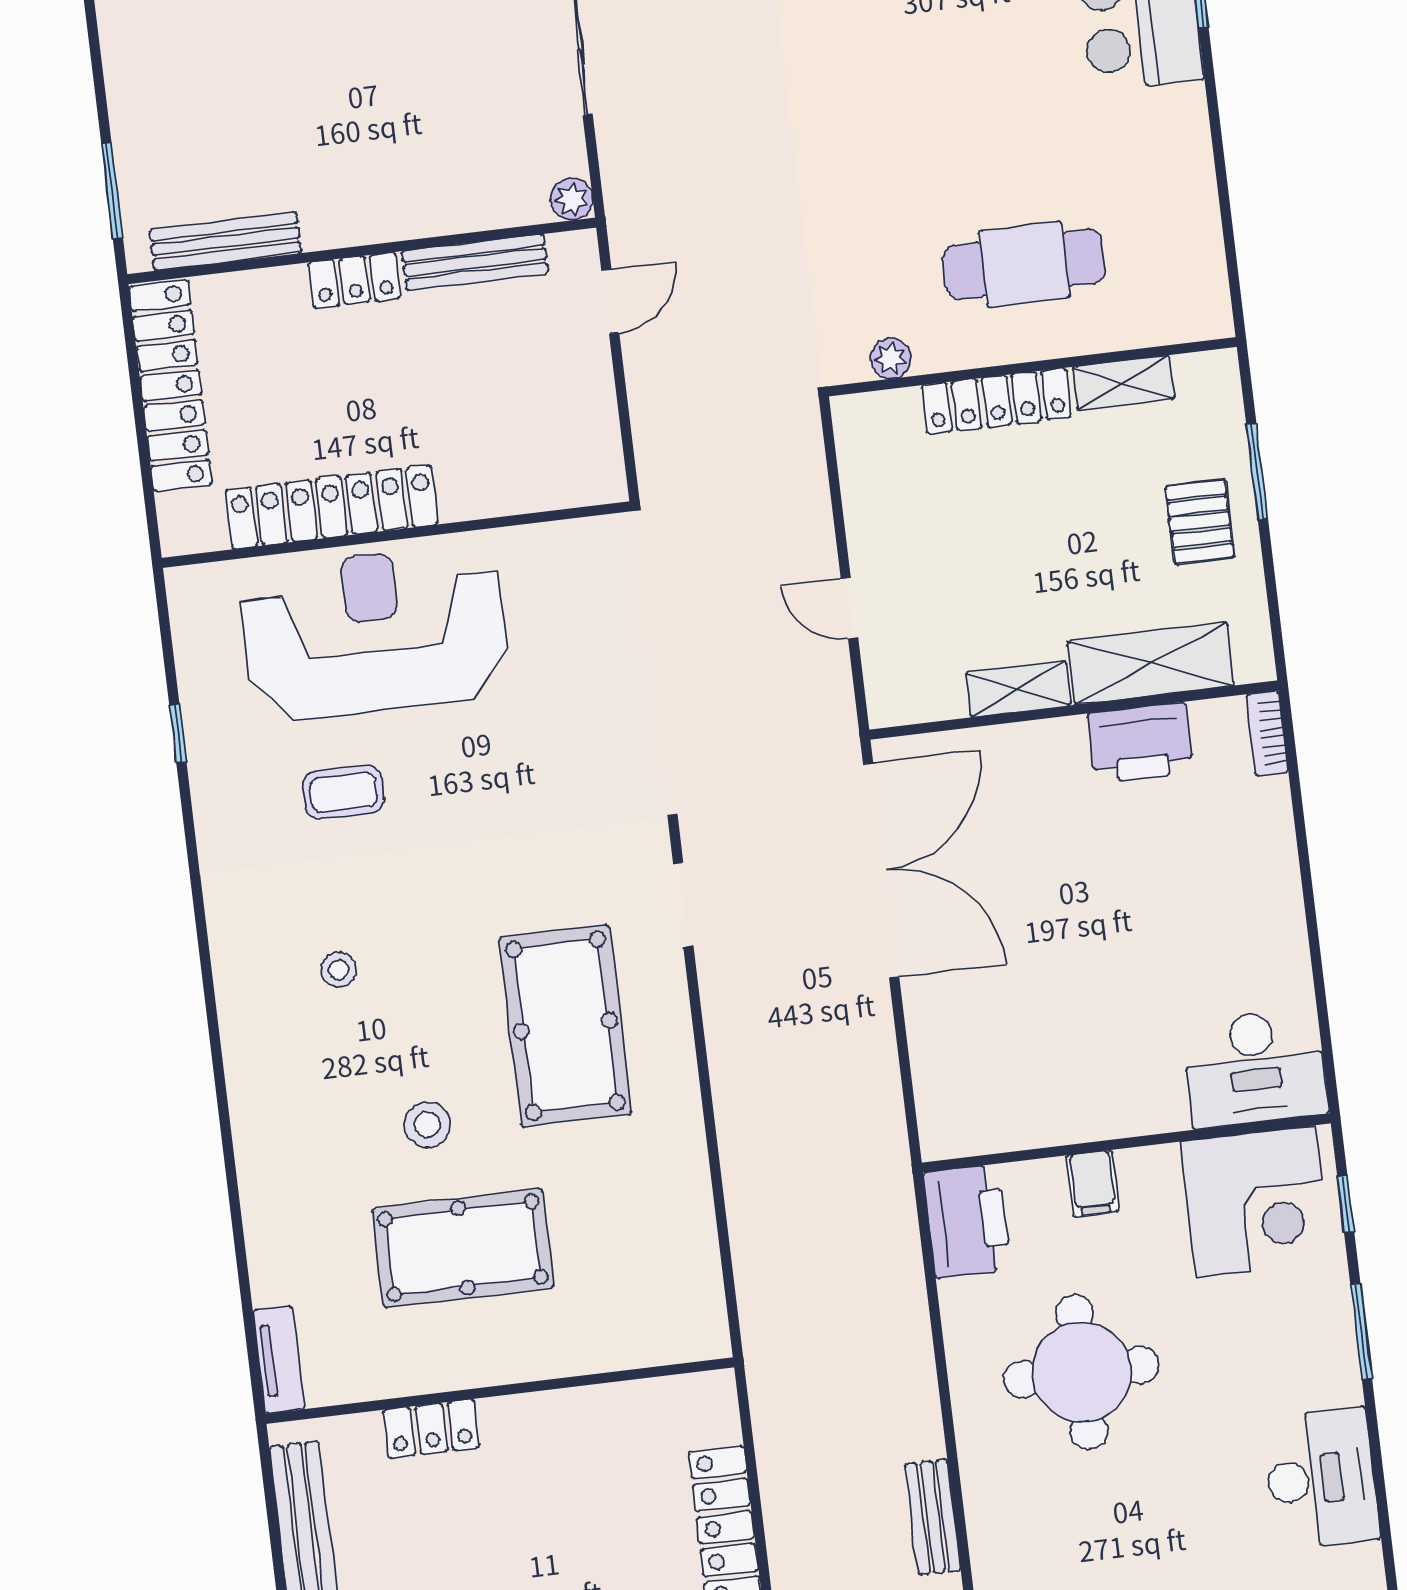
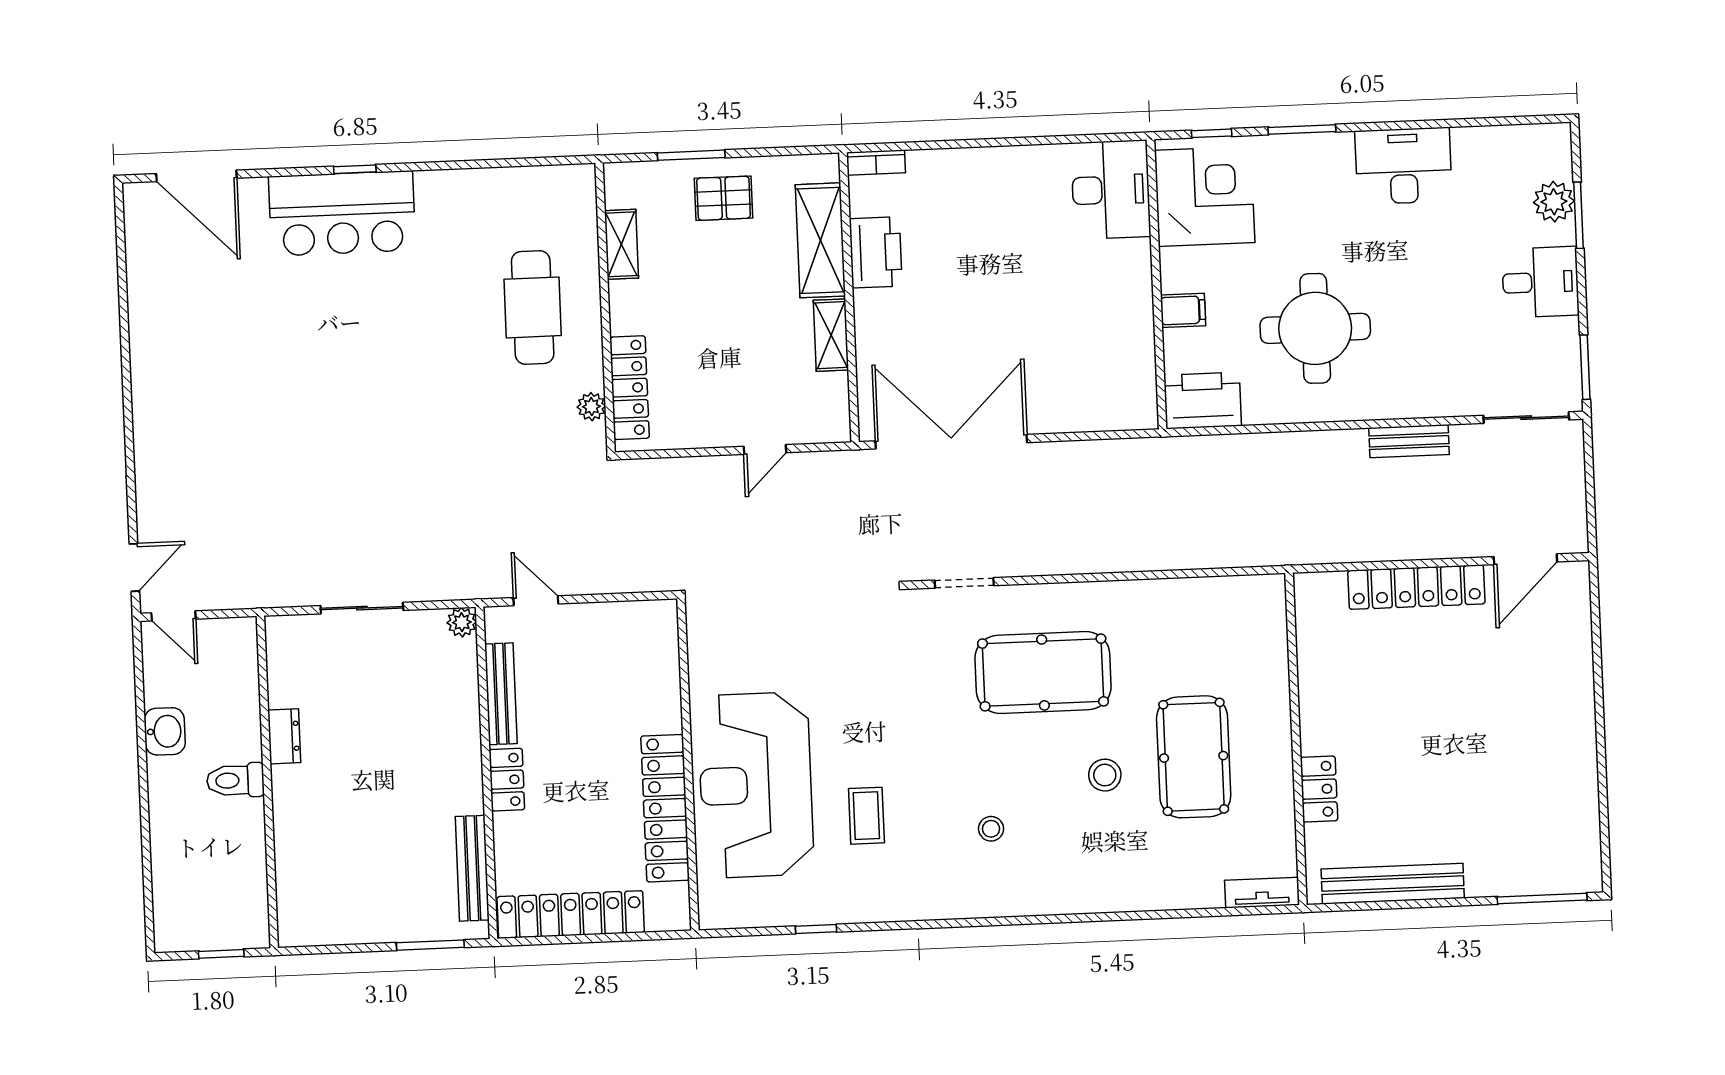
locker: (997, 401) -> (630, 388), moved

